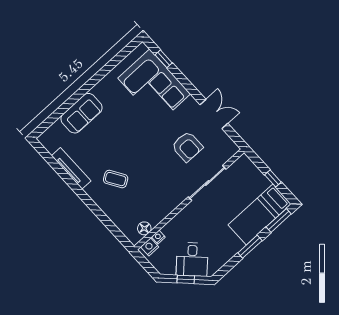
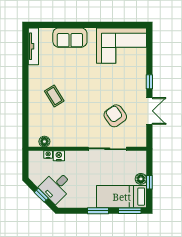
window: (164, 59) -> (149, 82), moved
corner sofa: (154, 86) -> (122, 46), moved, turned -90
armchair: (187, 147) -> (115, 116), turned 145
tv unit: (71, 168) -> (33, 46), moved
floor lamp: (262, 182) -> (141, 179), added
nightstand: (150, 247) -> (59, 156), moved

